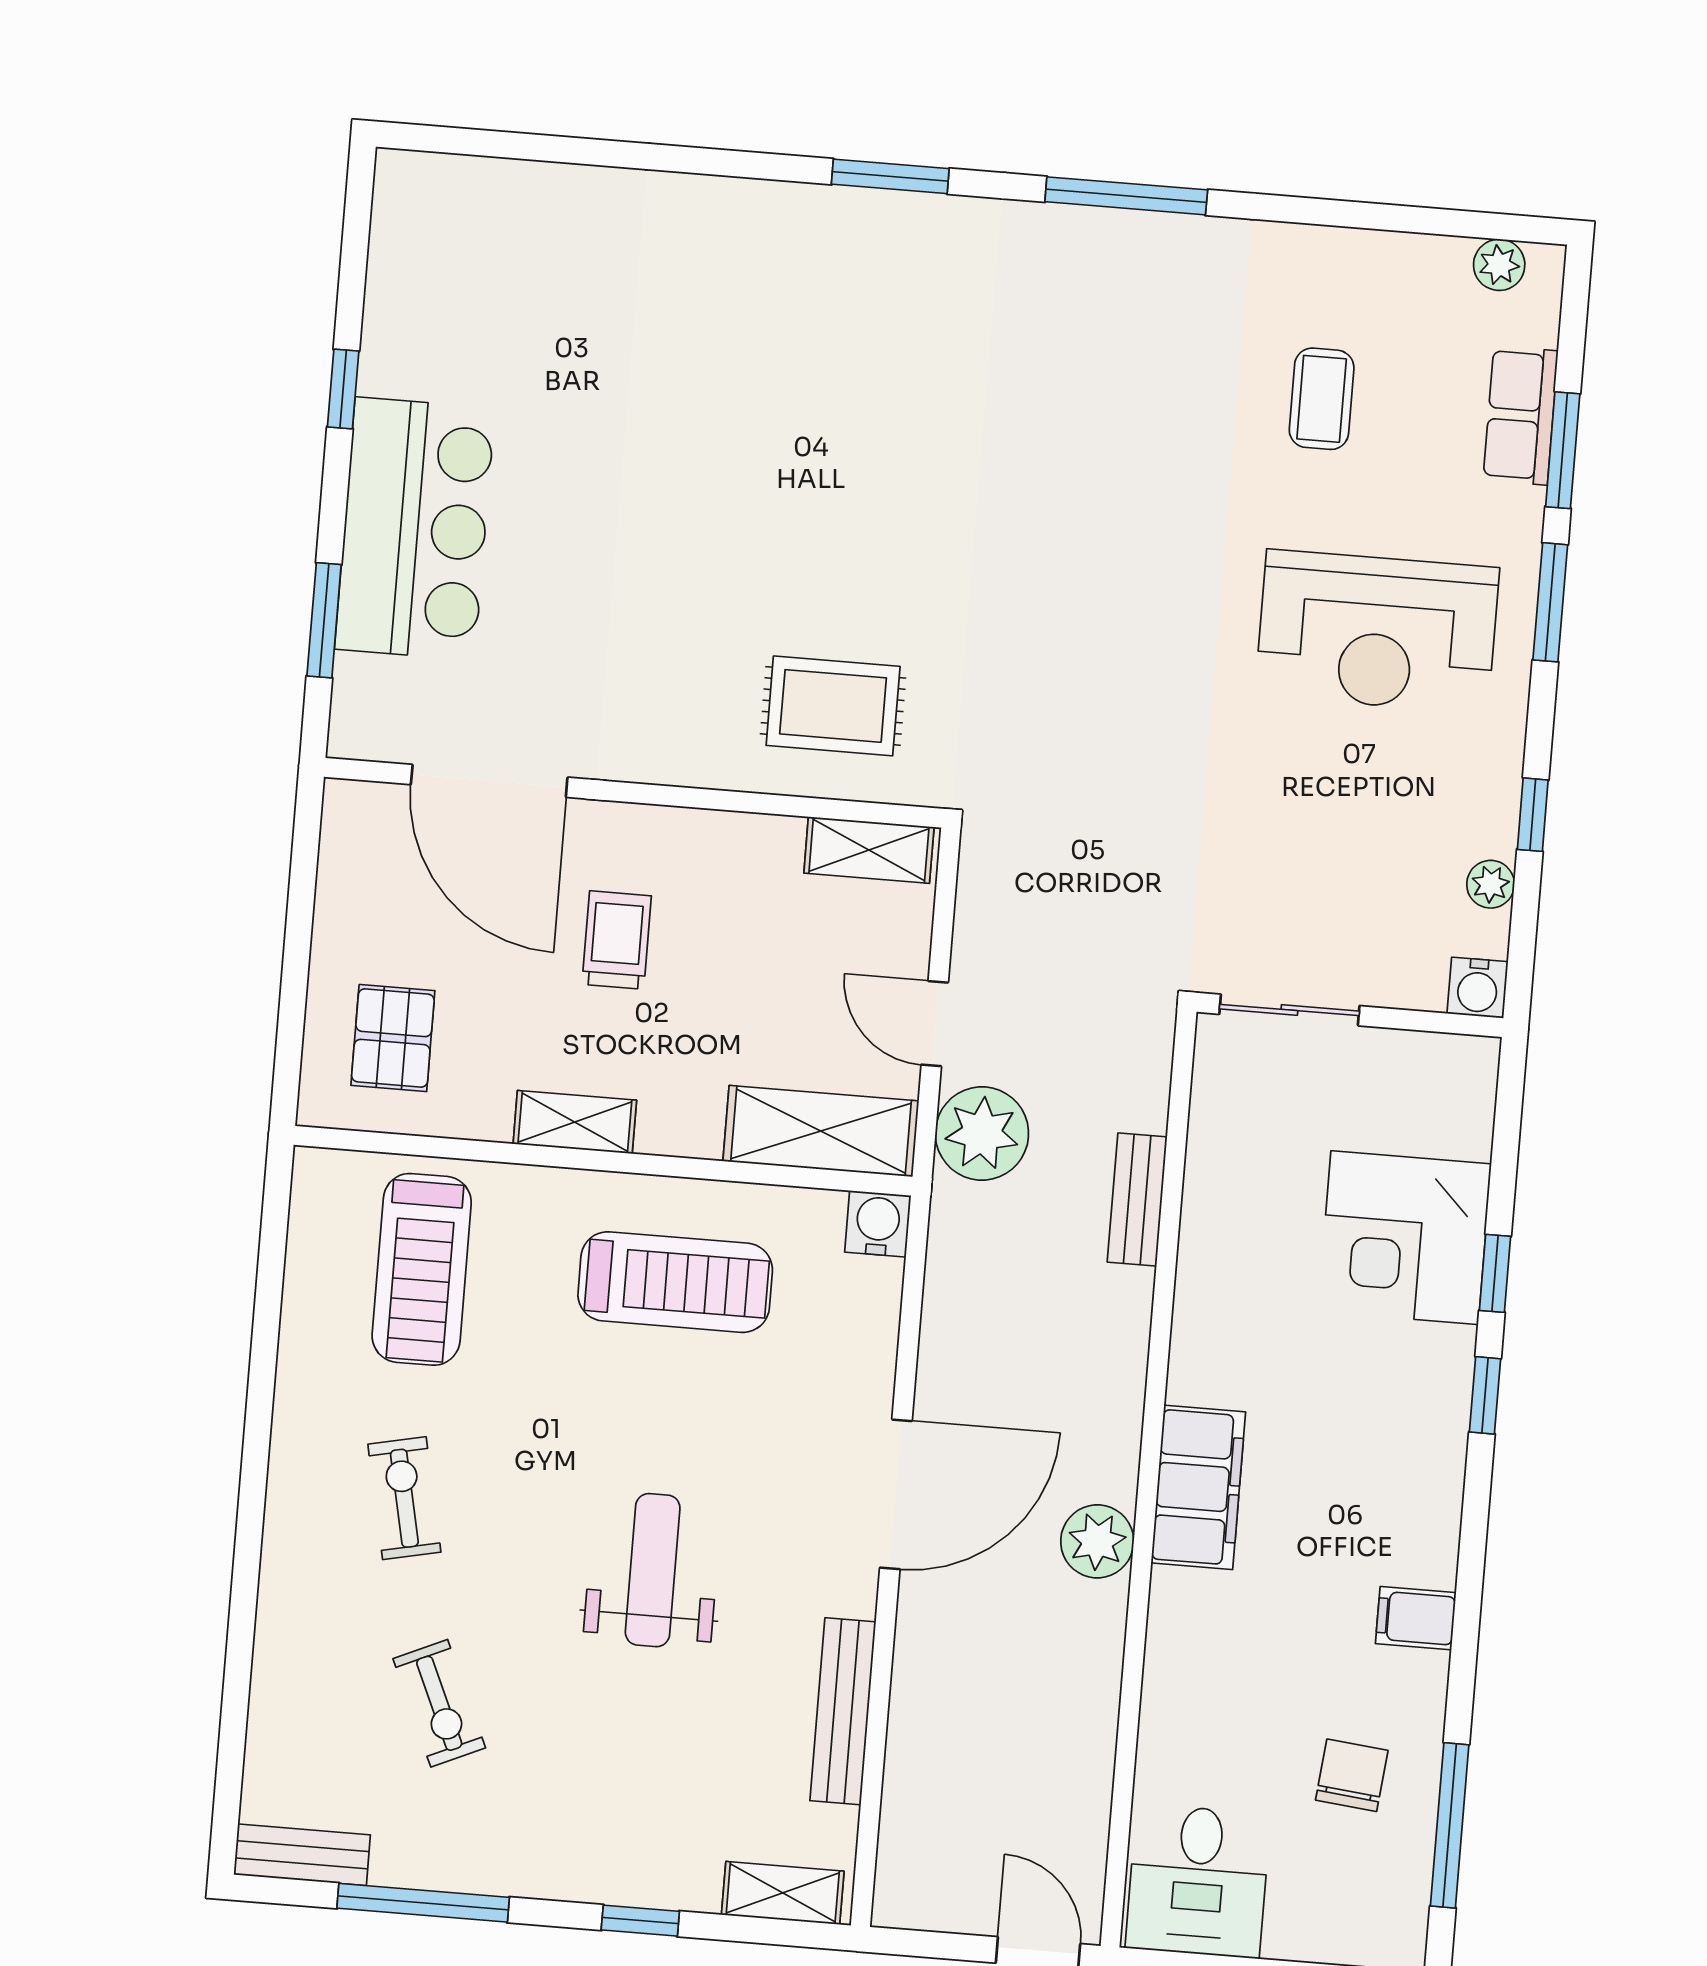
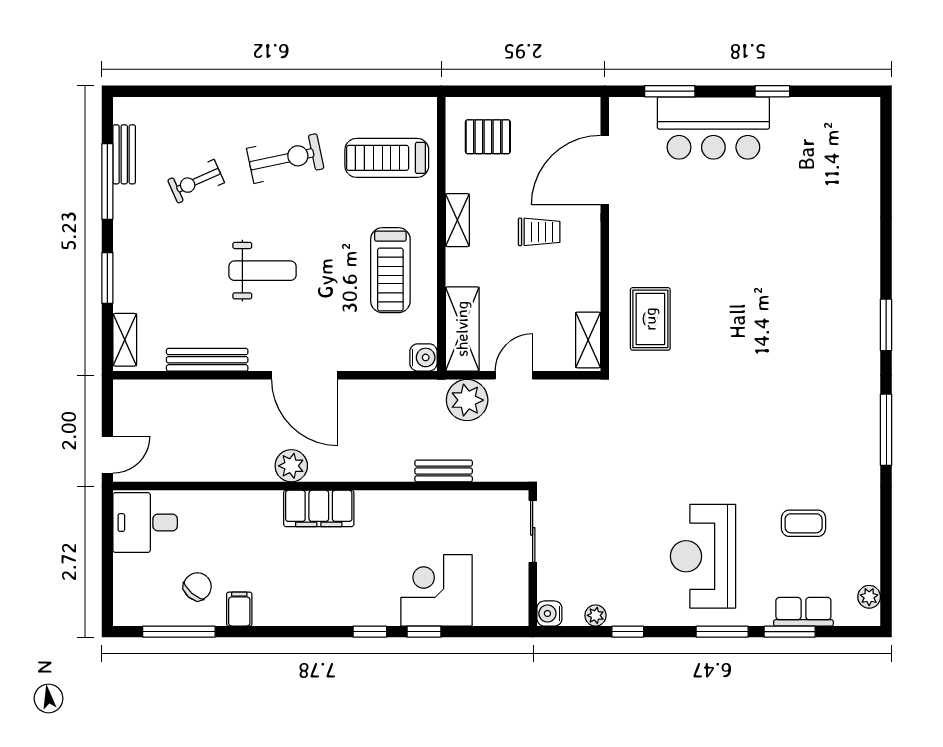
exercise bike: (404, 1498) -> (285, 158), width x1.38, depth x1.39
filing cabinet: (1416, 1618) -> (239, 609), moved
chair: (1352, 1775) -> (197, 587), turned -55
bench: (302, 1855) -> (124, 154), moved
window: (640, 1921) -> (107, 278), width x1.50

